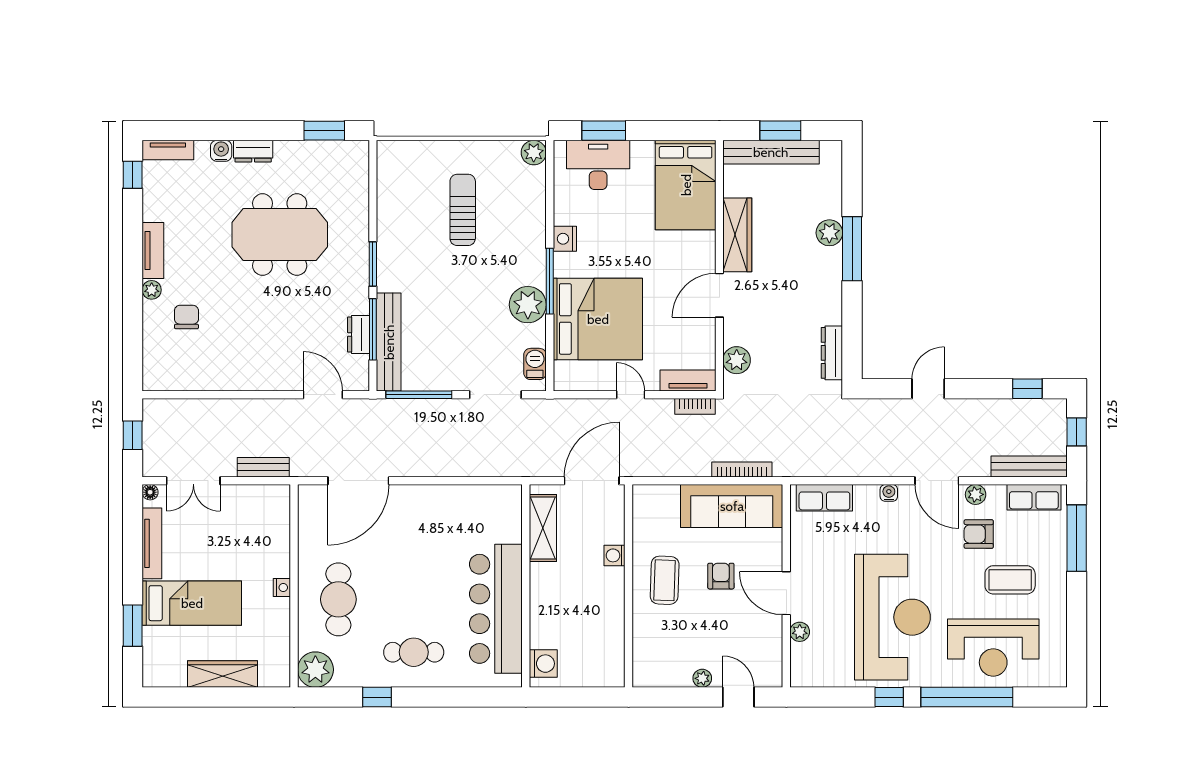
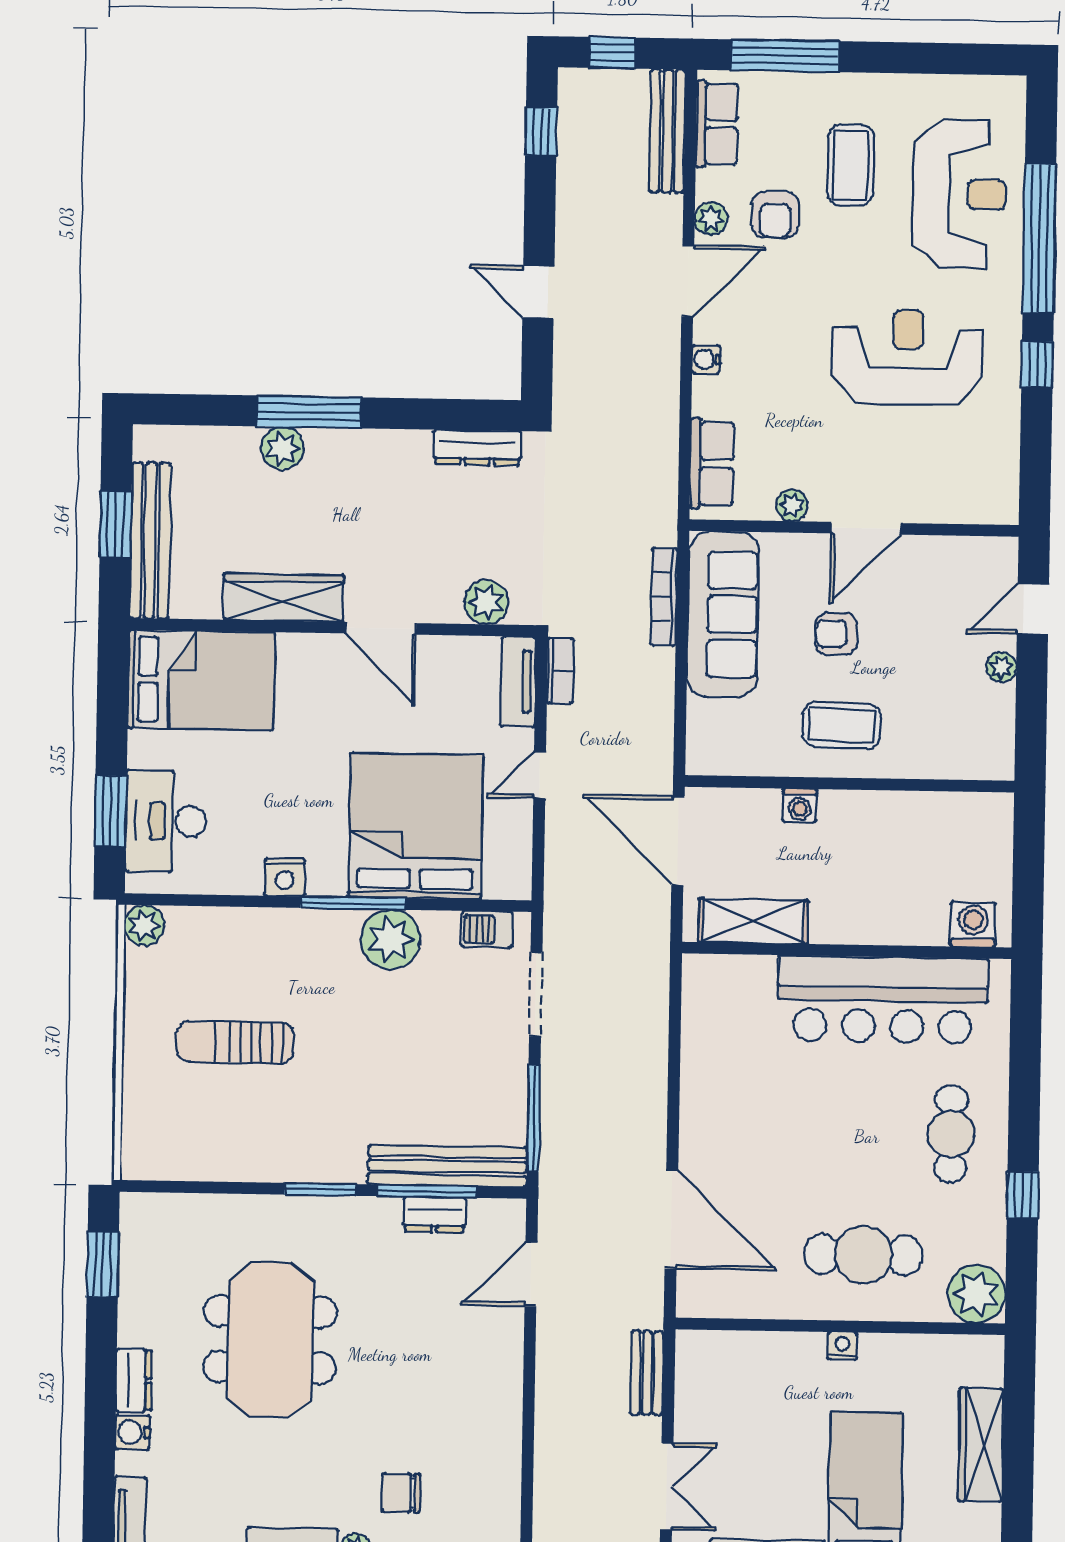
reception desk: (892, 617) -> (908, 357), width x0.74, depth x0.77
plant: (800, 632) -> (792, 505), moved

